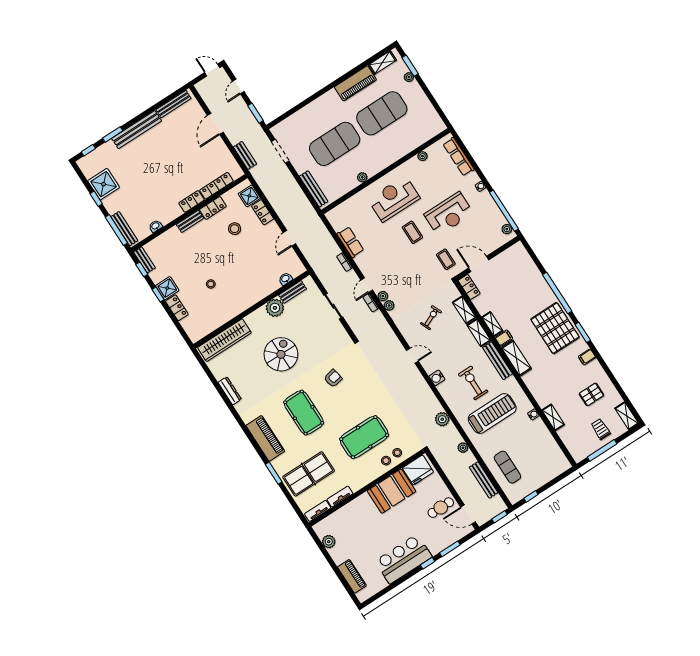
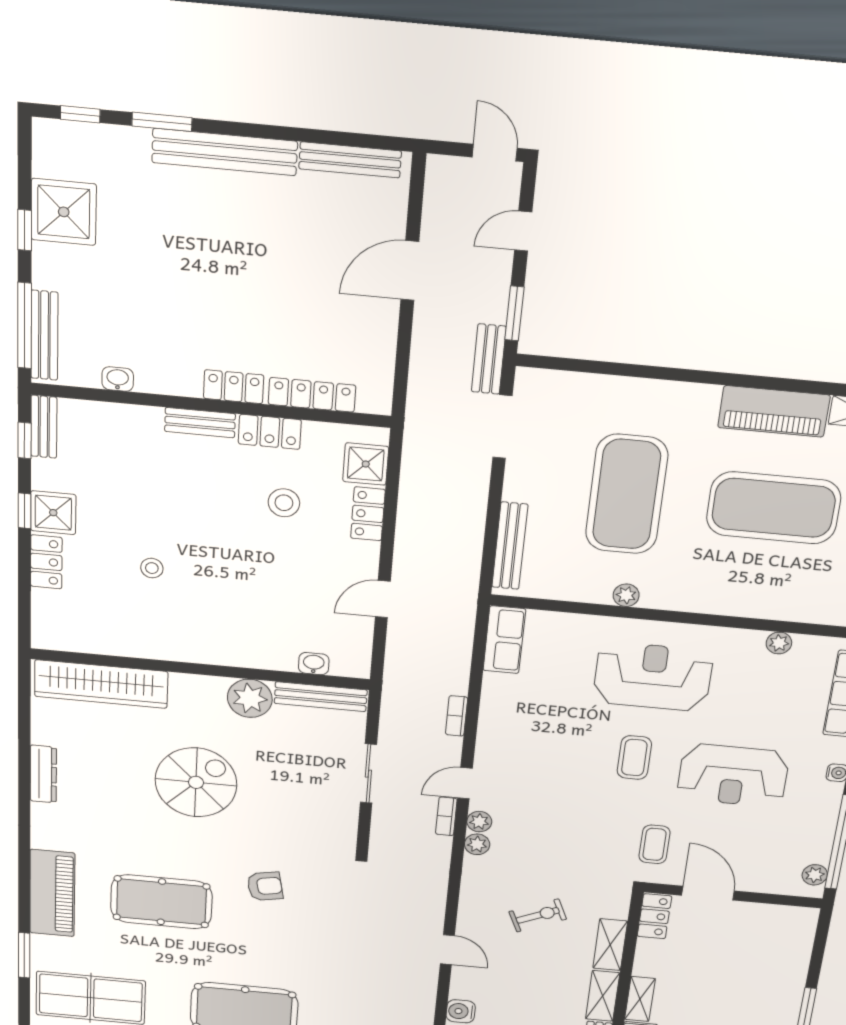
exercise mat: (335, 144) -> (627, 494), turned 90
bench: (245, 155) -> (489, 359), moved
row of seats: (350, 242) -> (504, 640), moved
bench: (293, 292) -> (321, 697), width x1.36
pool table: (304, 413) -> (161, 902), turned 90

